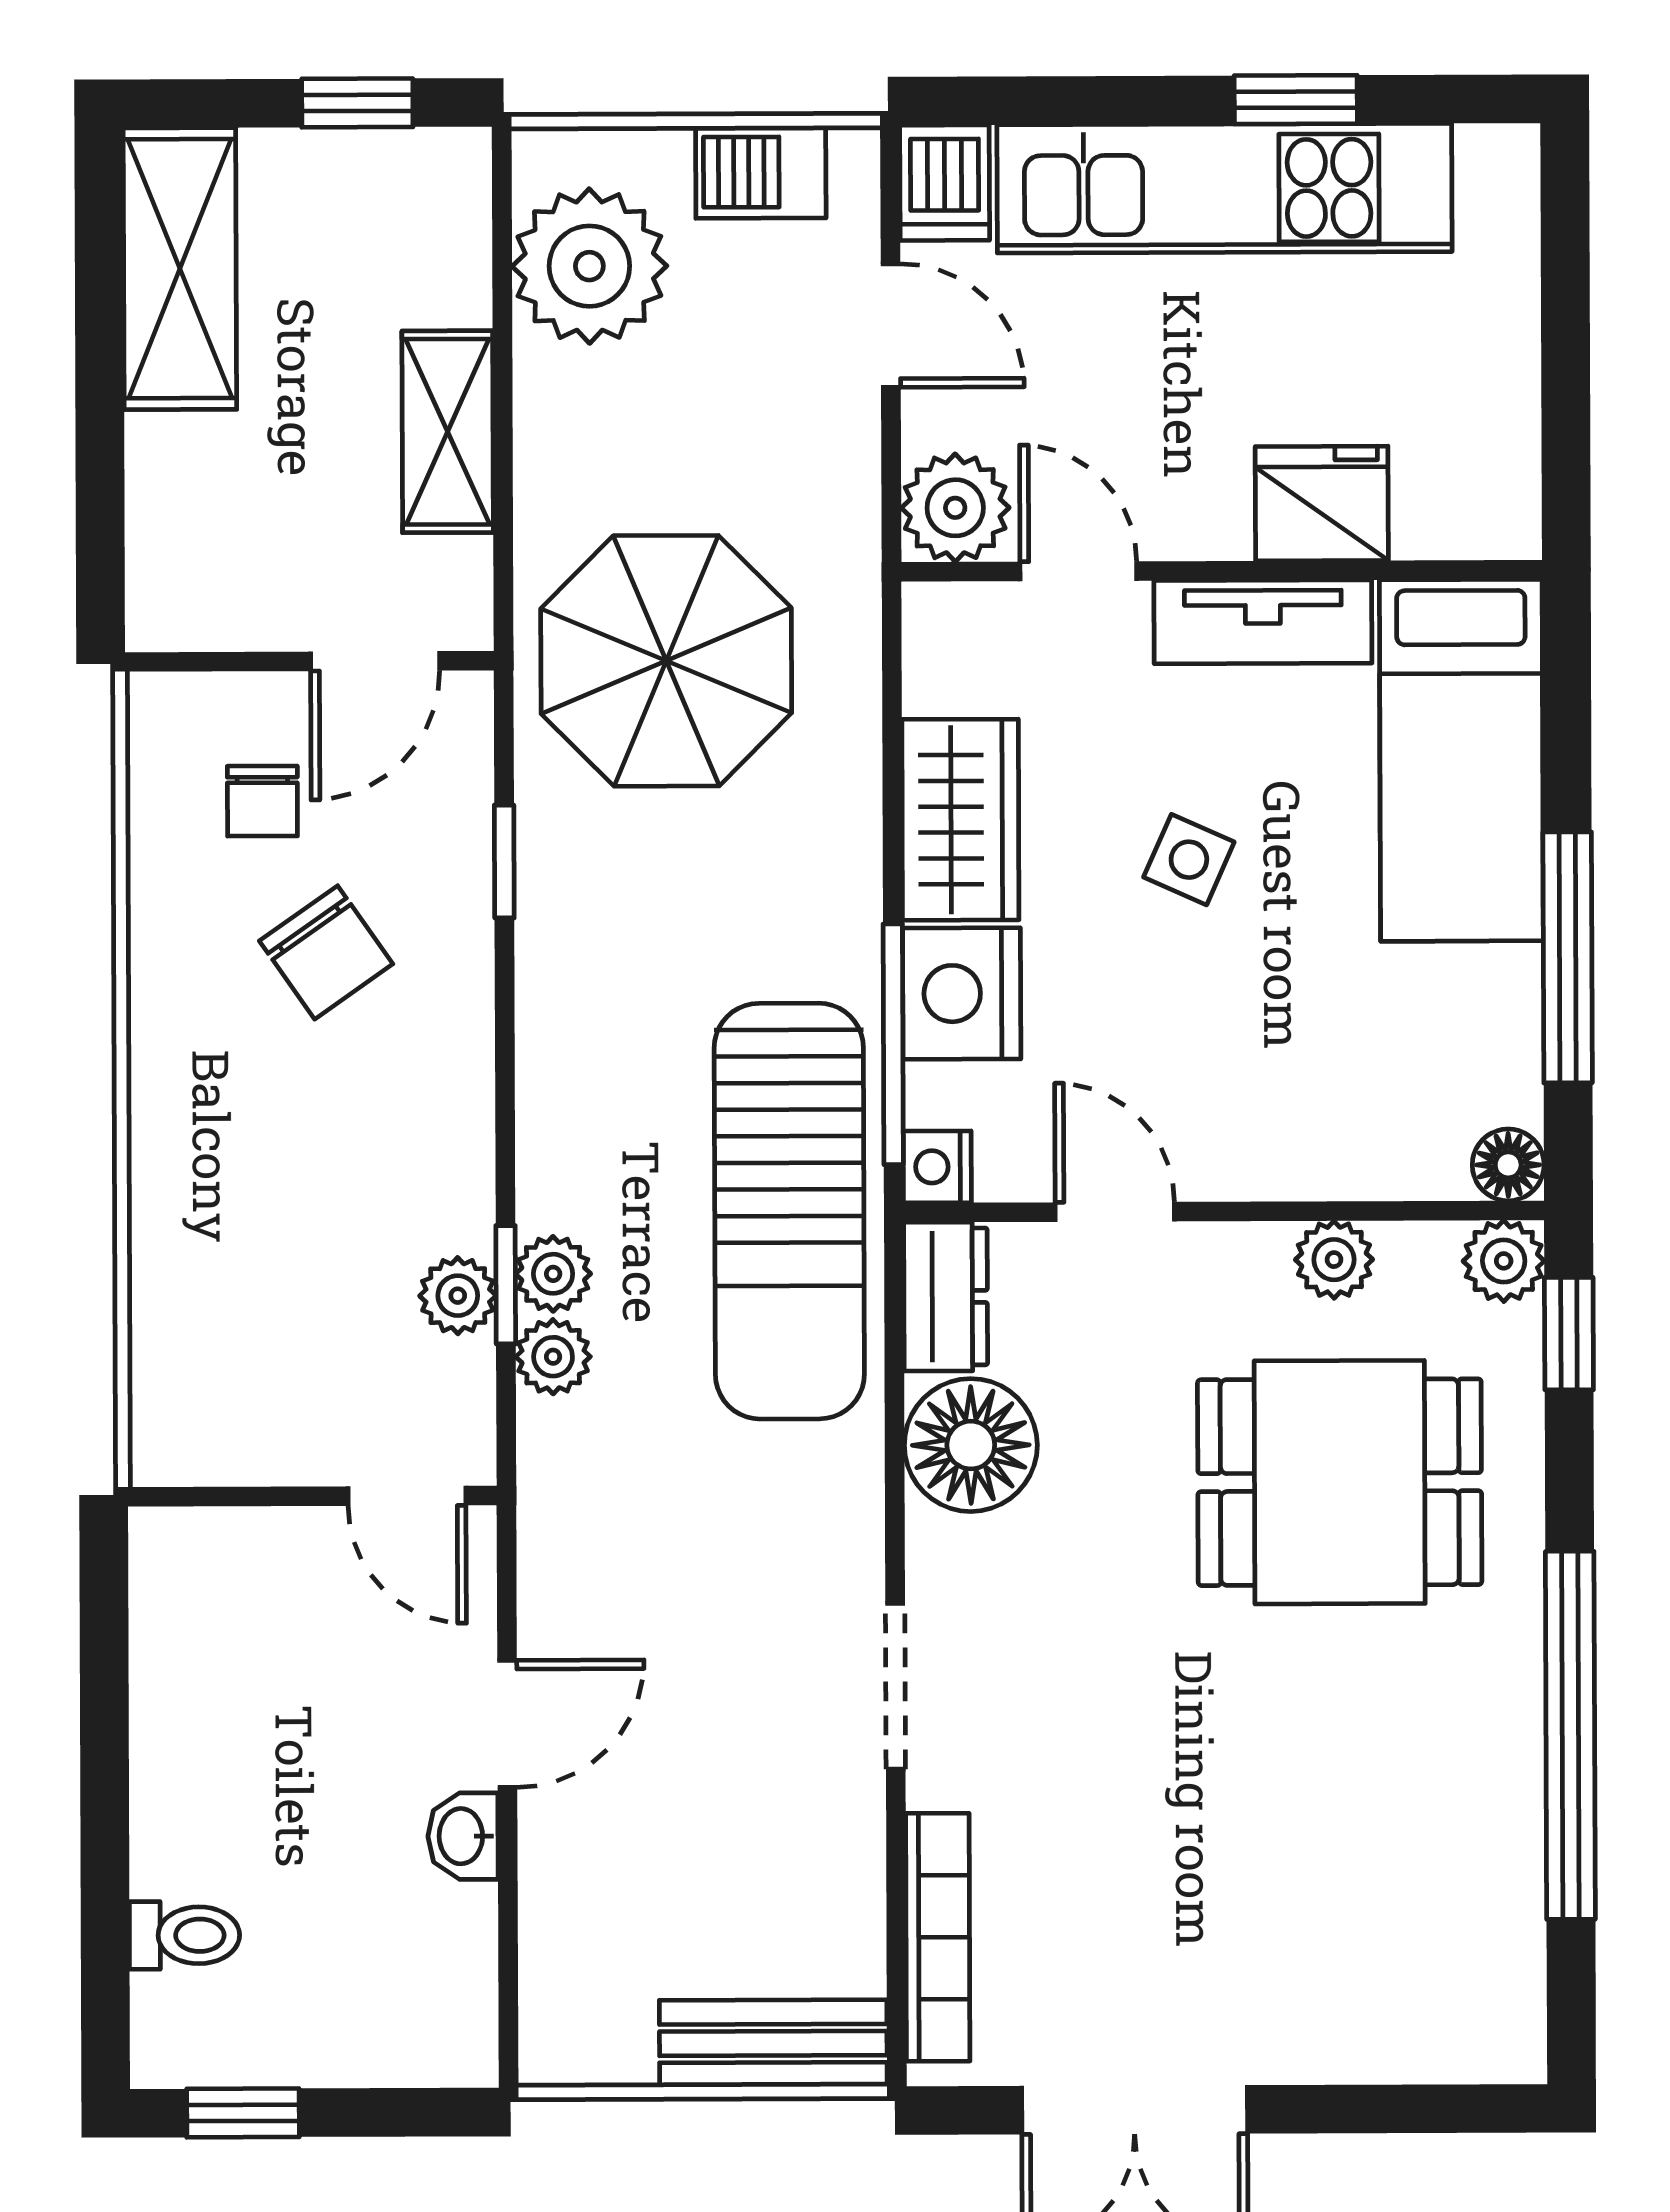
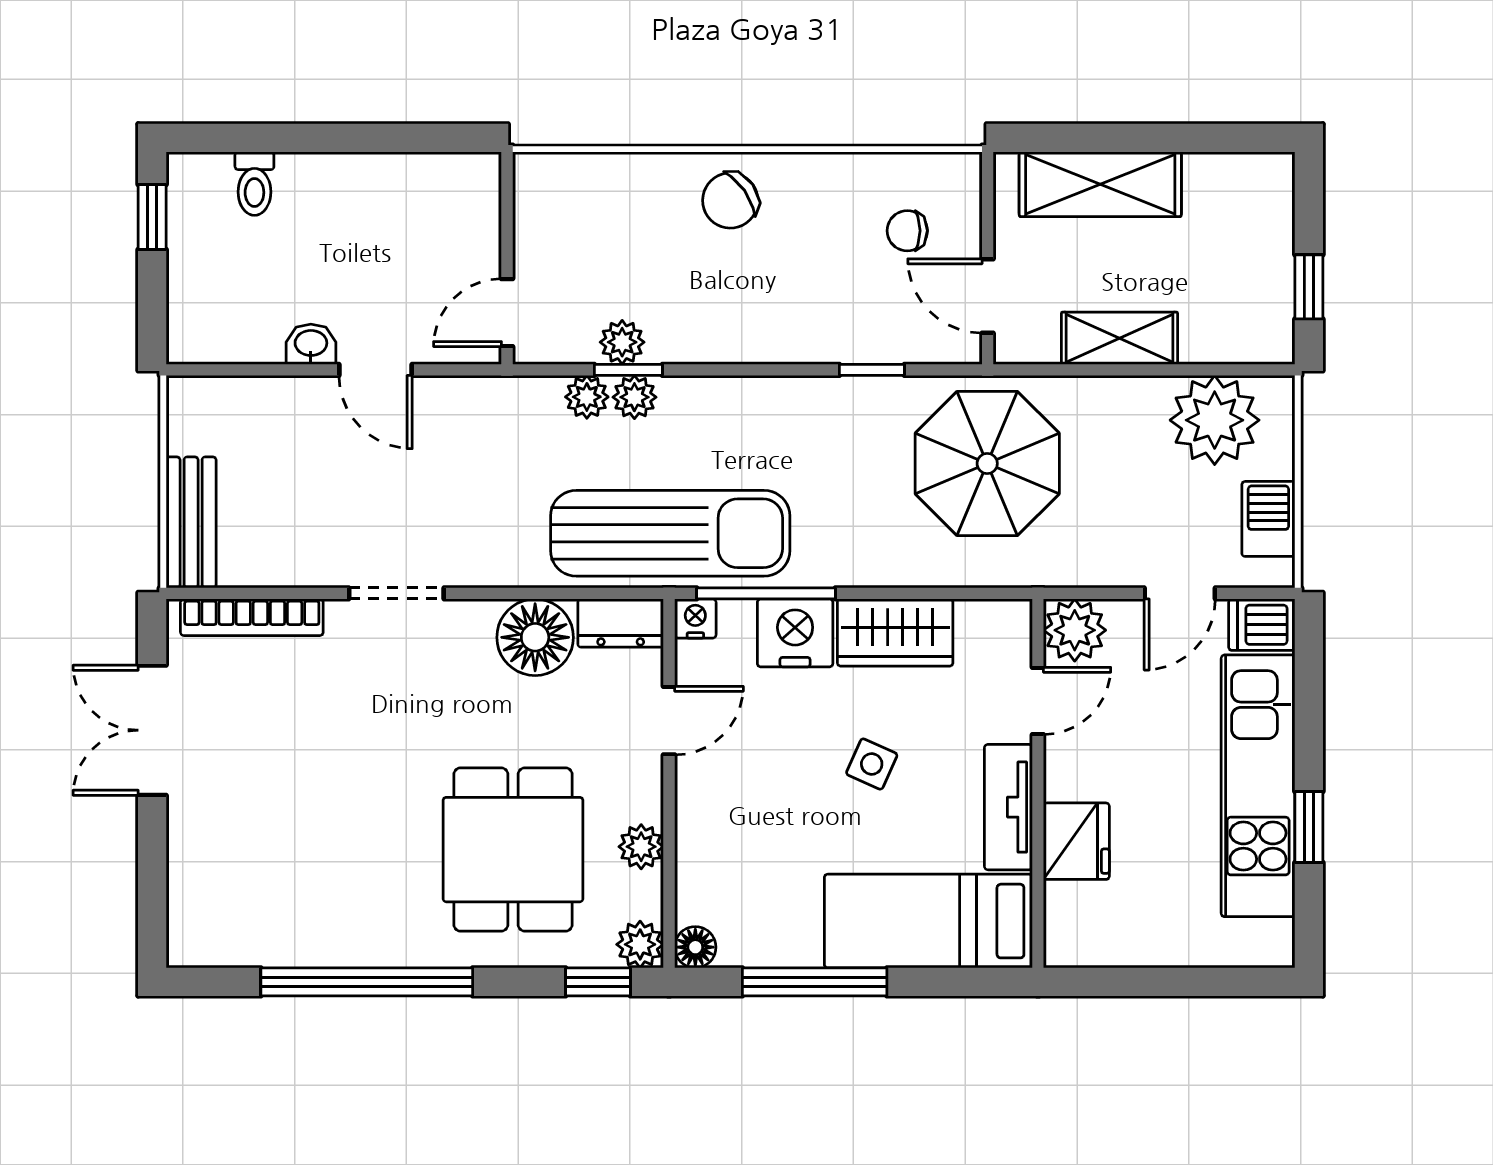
shelving: (180, 269) -> (1100, 184), moved
chair: (326, 952) -> (730, 200), moved
sun lounger: (789, 1211) -> (670, 533), turned 180

